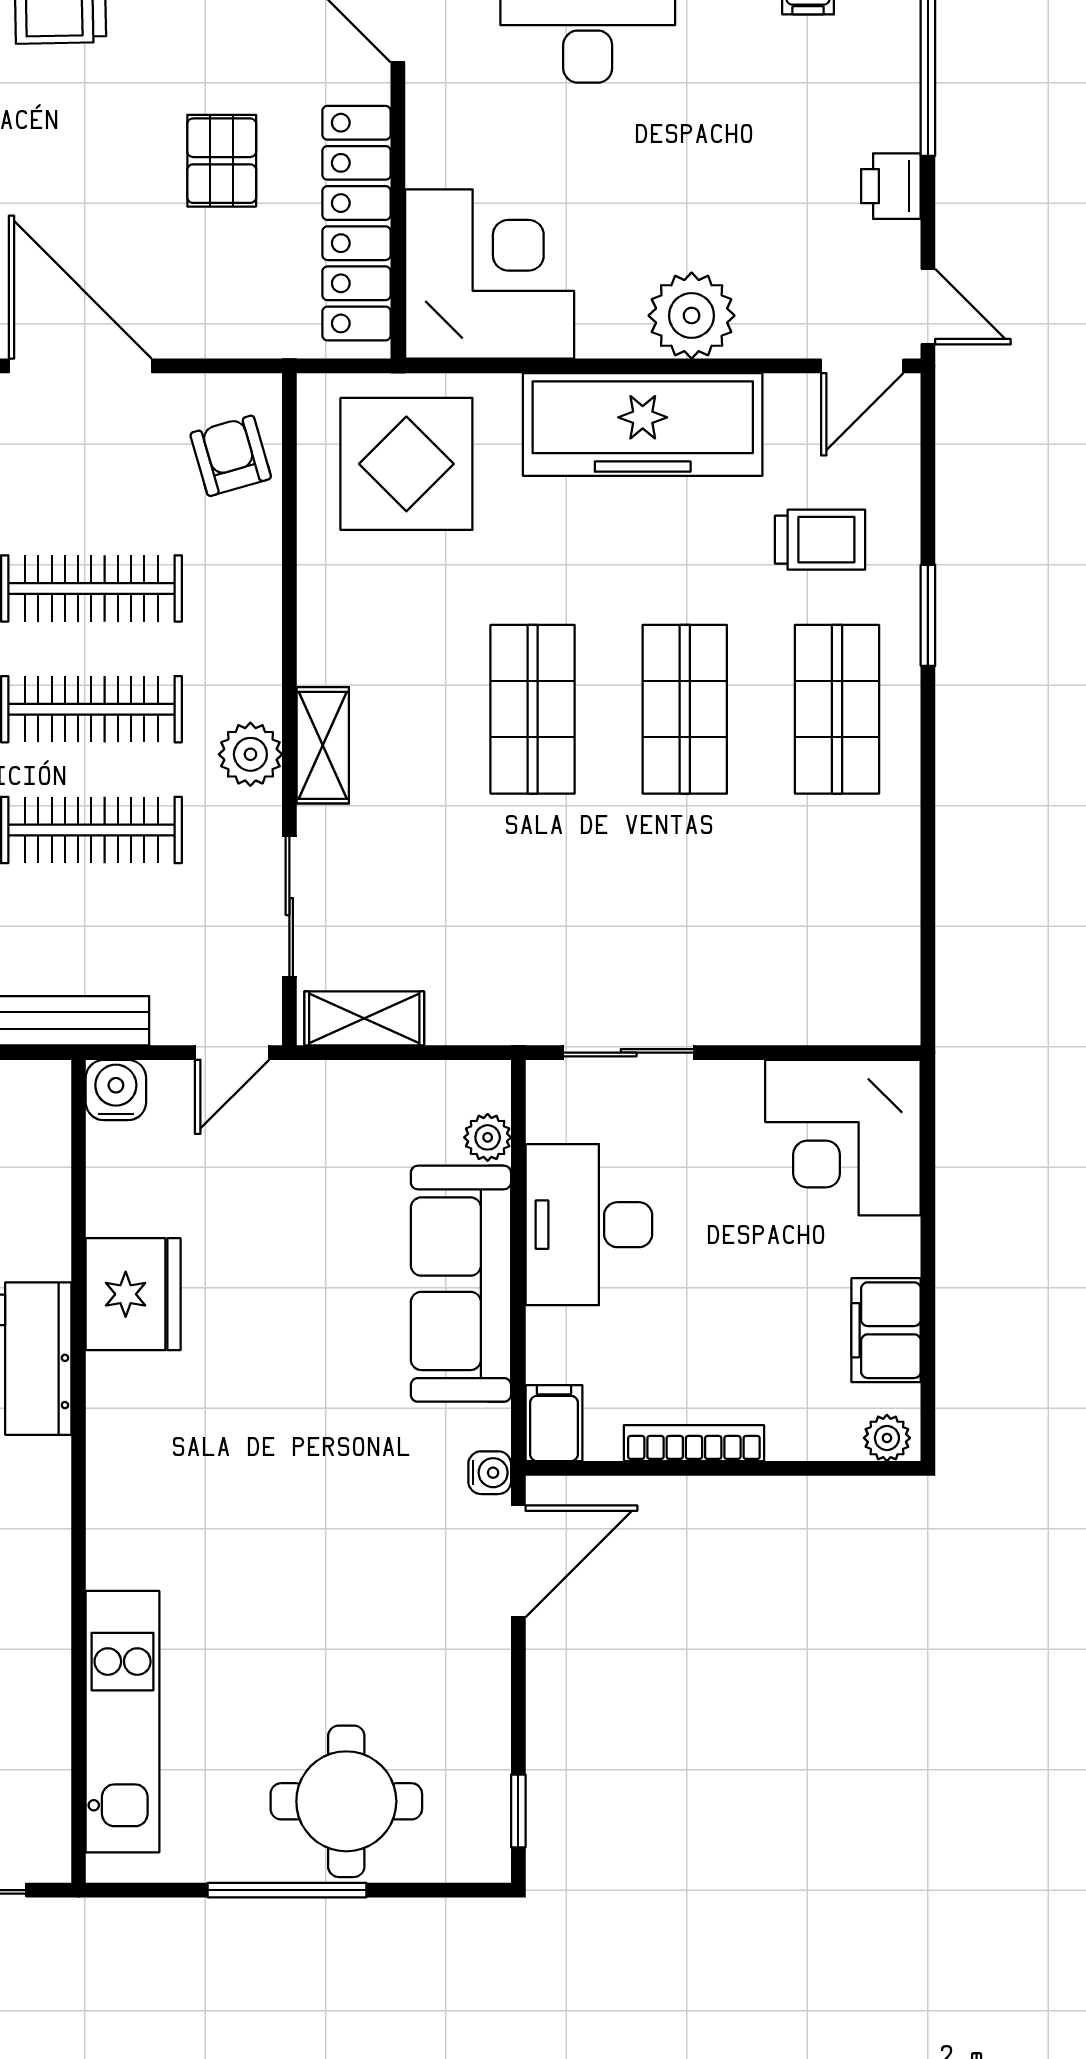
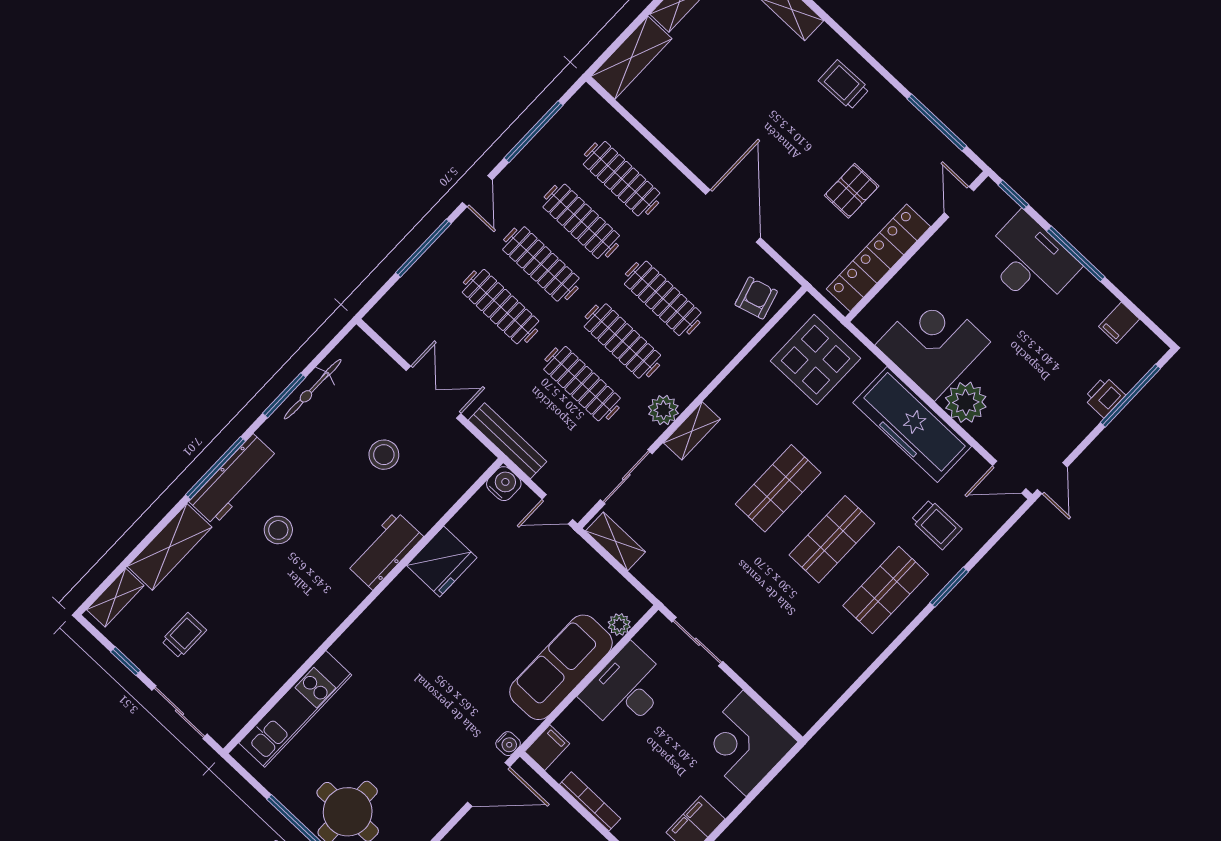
printer: (891, 186) -> (1104, 397), moved
corner desk: (490, 274) -> (933, 343), moved, turned -90

